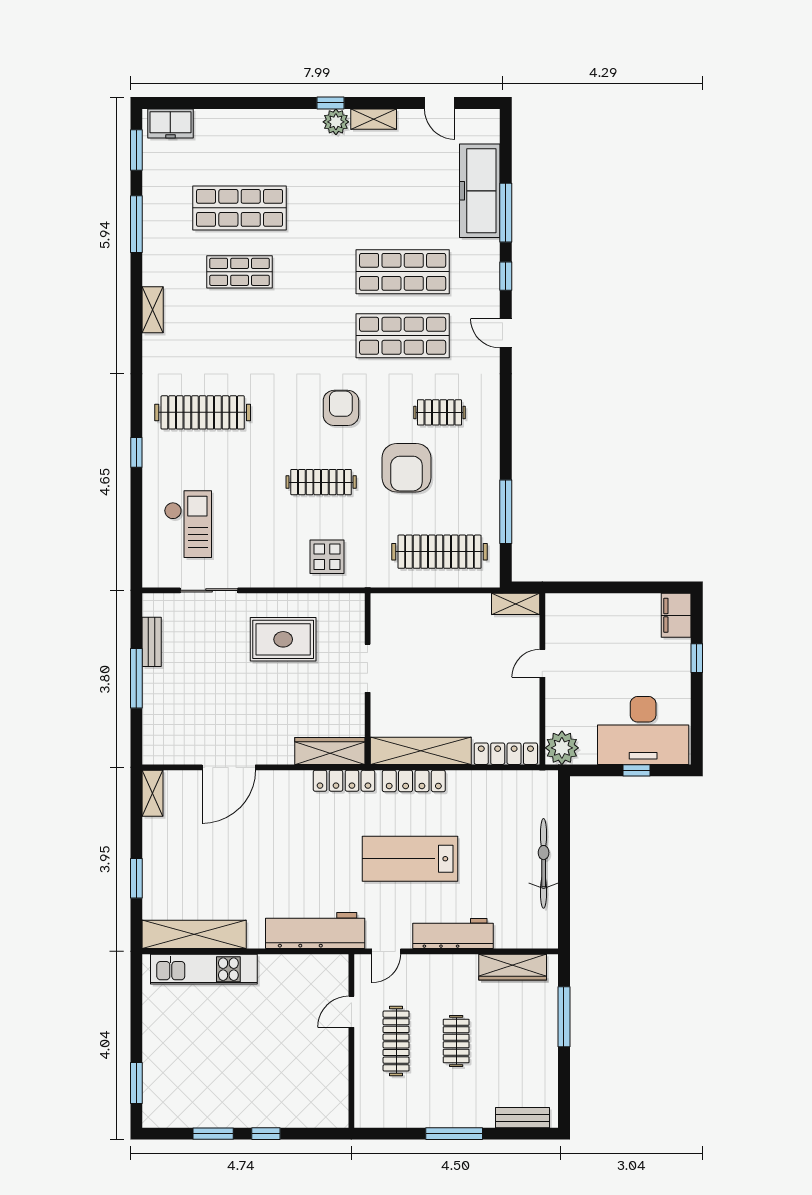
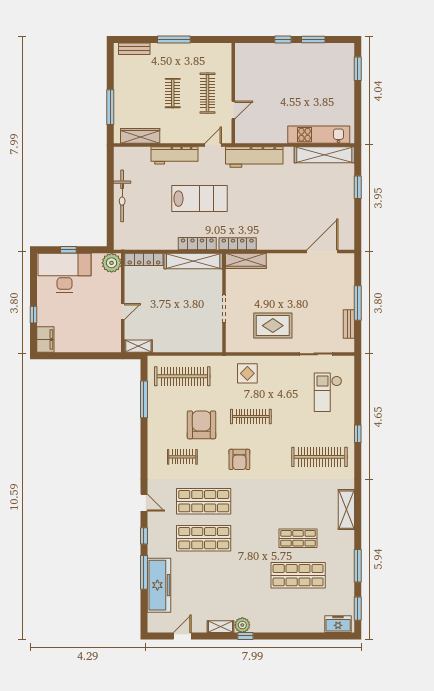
door: (440, 103) -> (182, 636), hinge flipped
shelving: (153, 310) -> (346, 510), width x1.50, depth x1.33
door: (229, 767) -> (322, 251), moved
shelving: (153, 793) -> (348, 236), removed

